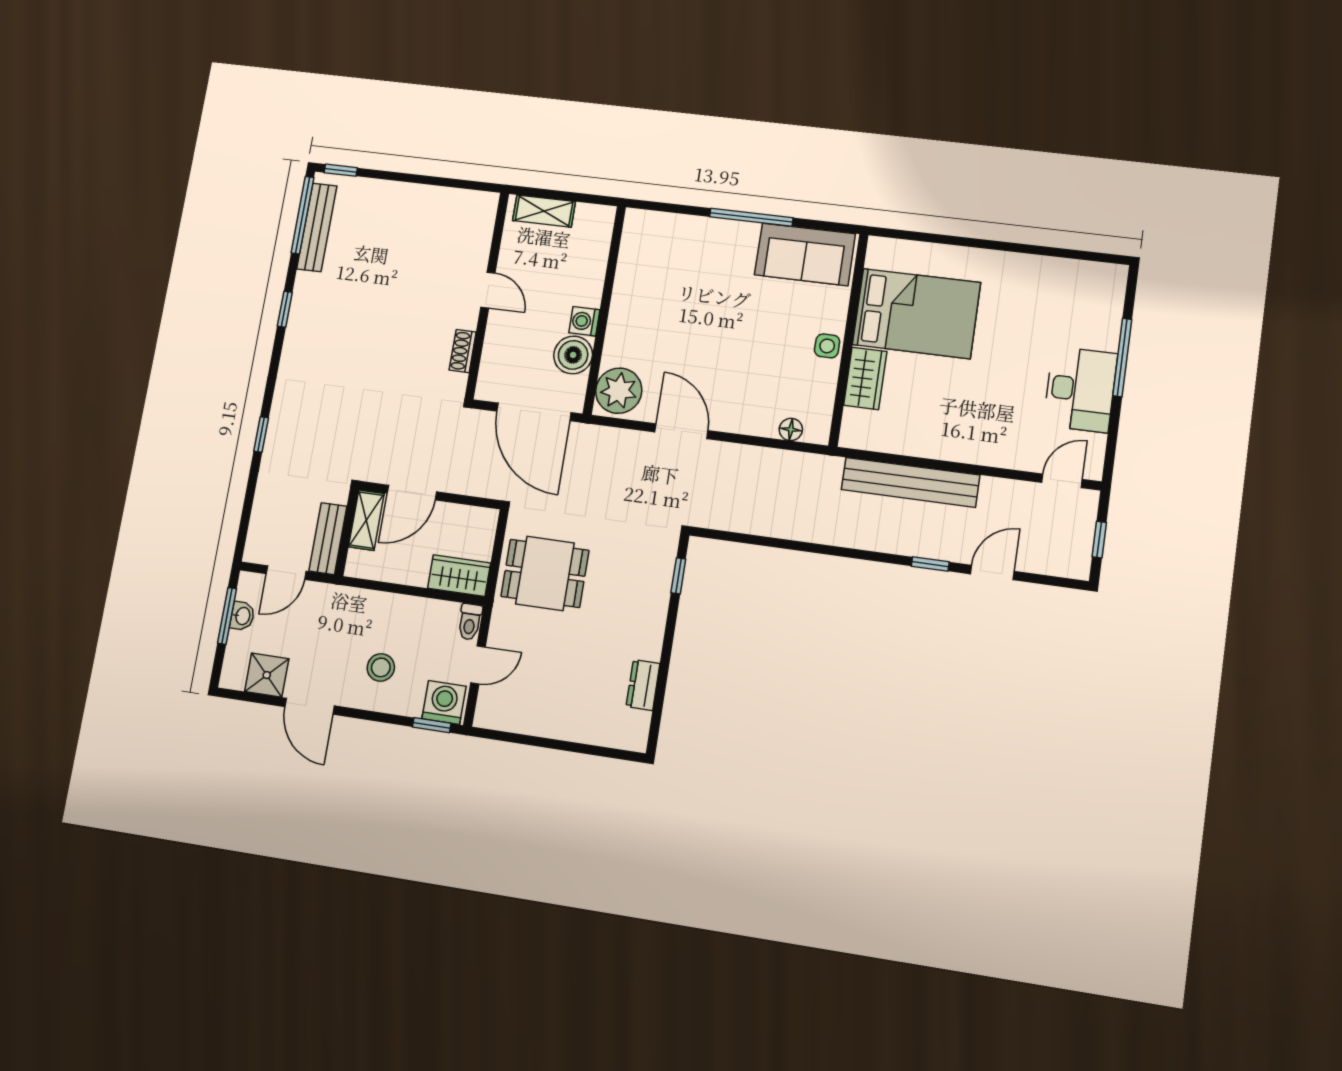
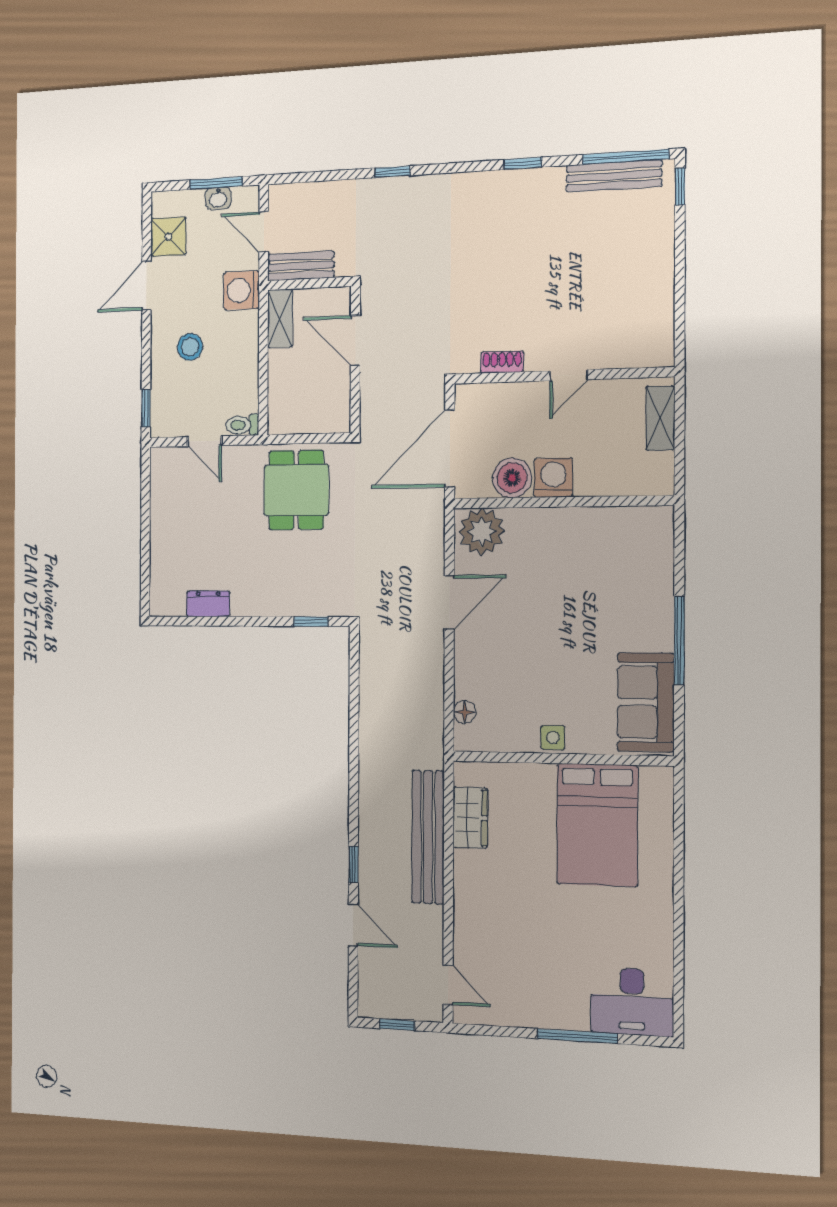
washing machine: (584, 321) -> (553, 478), width x1.38, depth x1.38
wardrobe: (865, 378) -> (470, 818), moved, turned -90
desk: (1080, 389) -> (632, 1002), moved
shelving: (366, 520) -> (280, 318), moved, turned 90
wardrobe: (459, 576) -> (283, 405), removed
washing machine: (444, 702) -> (241, 290), moved, turned 180

